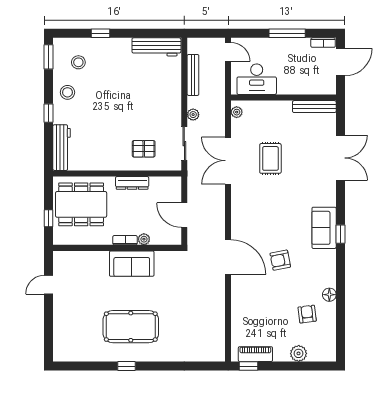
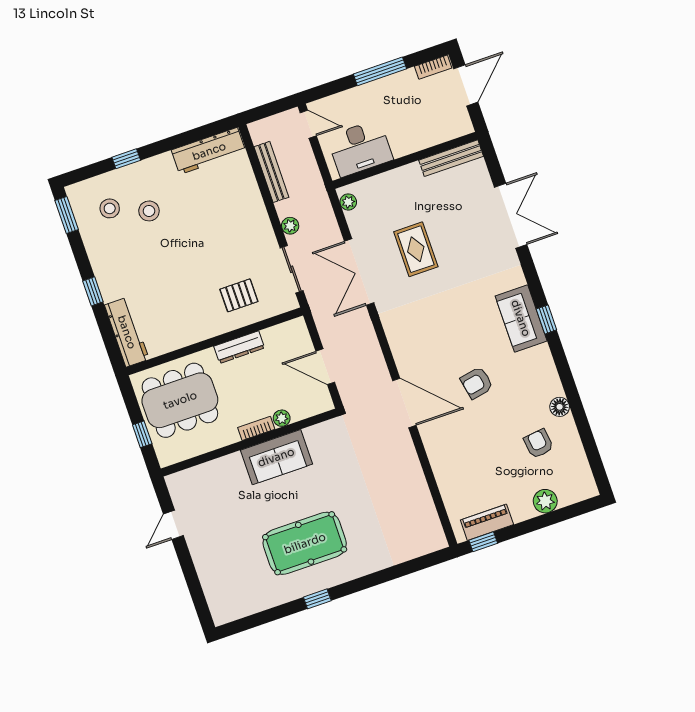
stool: (67, 92) -> (149, 211), moved

